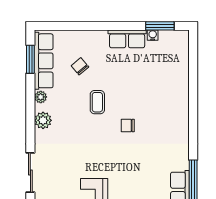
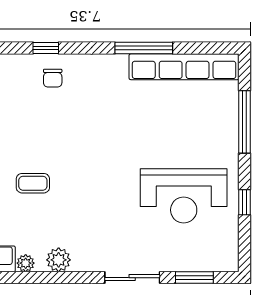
window: (193, 111) -> (46, 48), added
chair: (128, 125) -> (53, 78), moved

